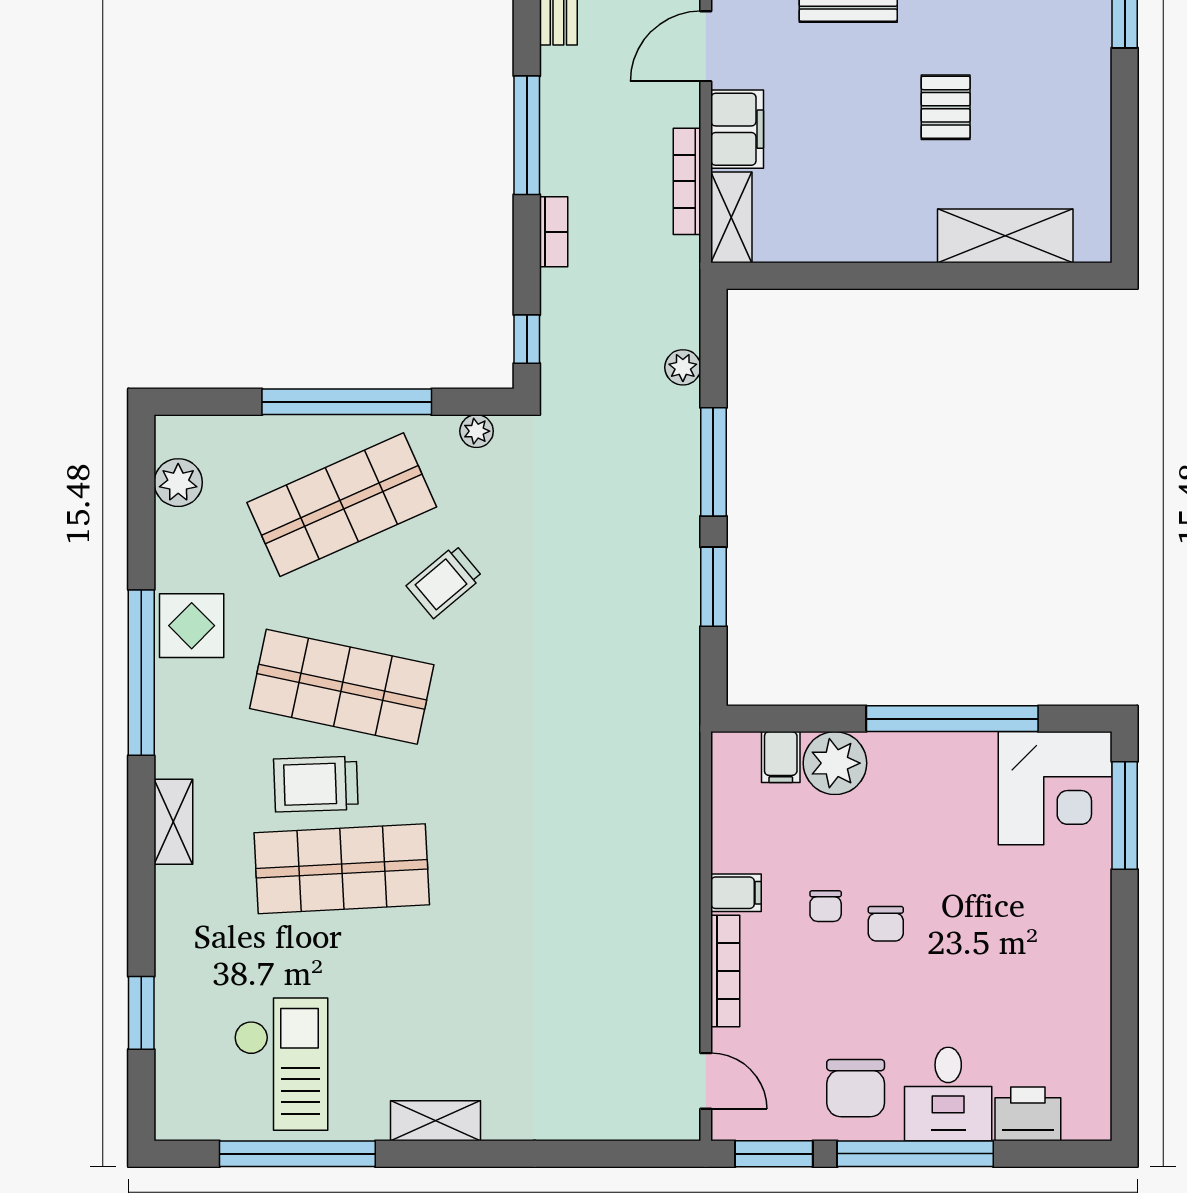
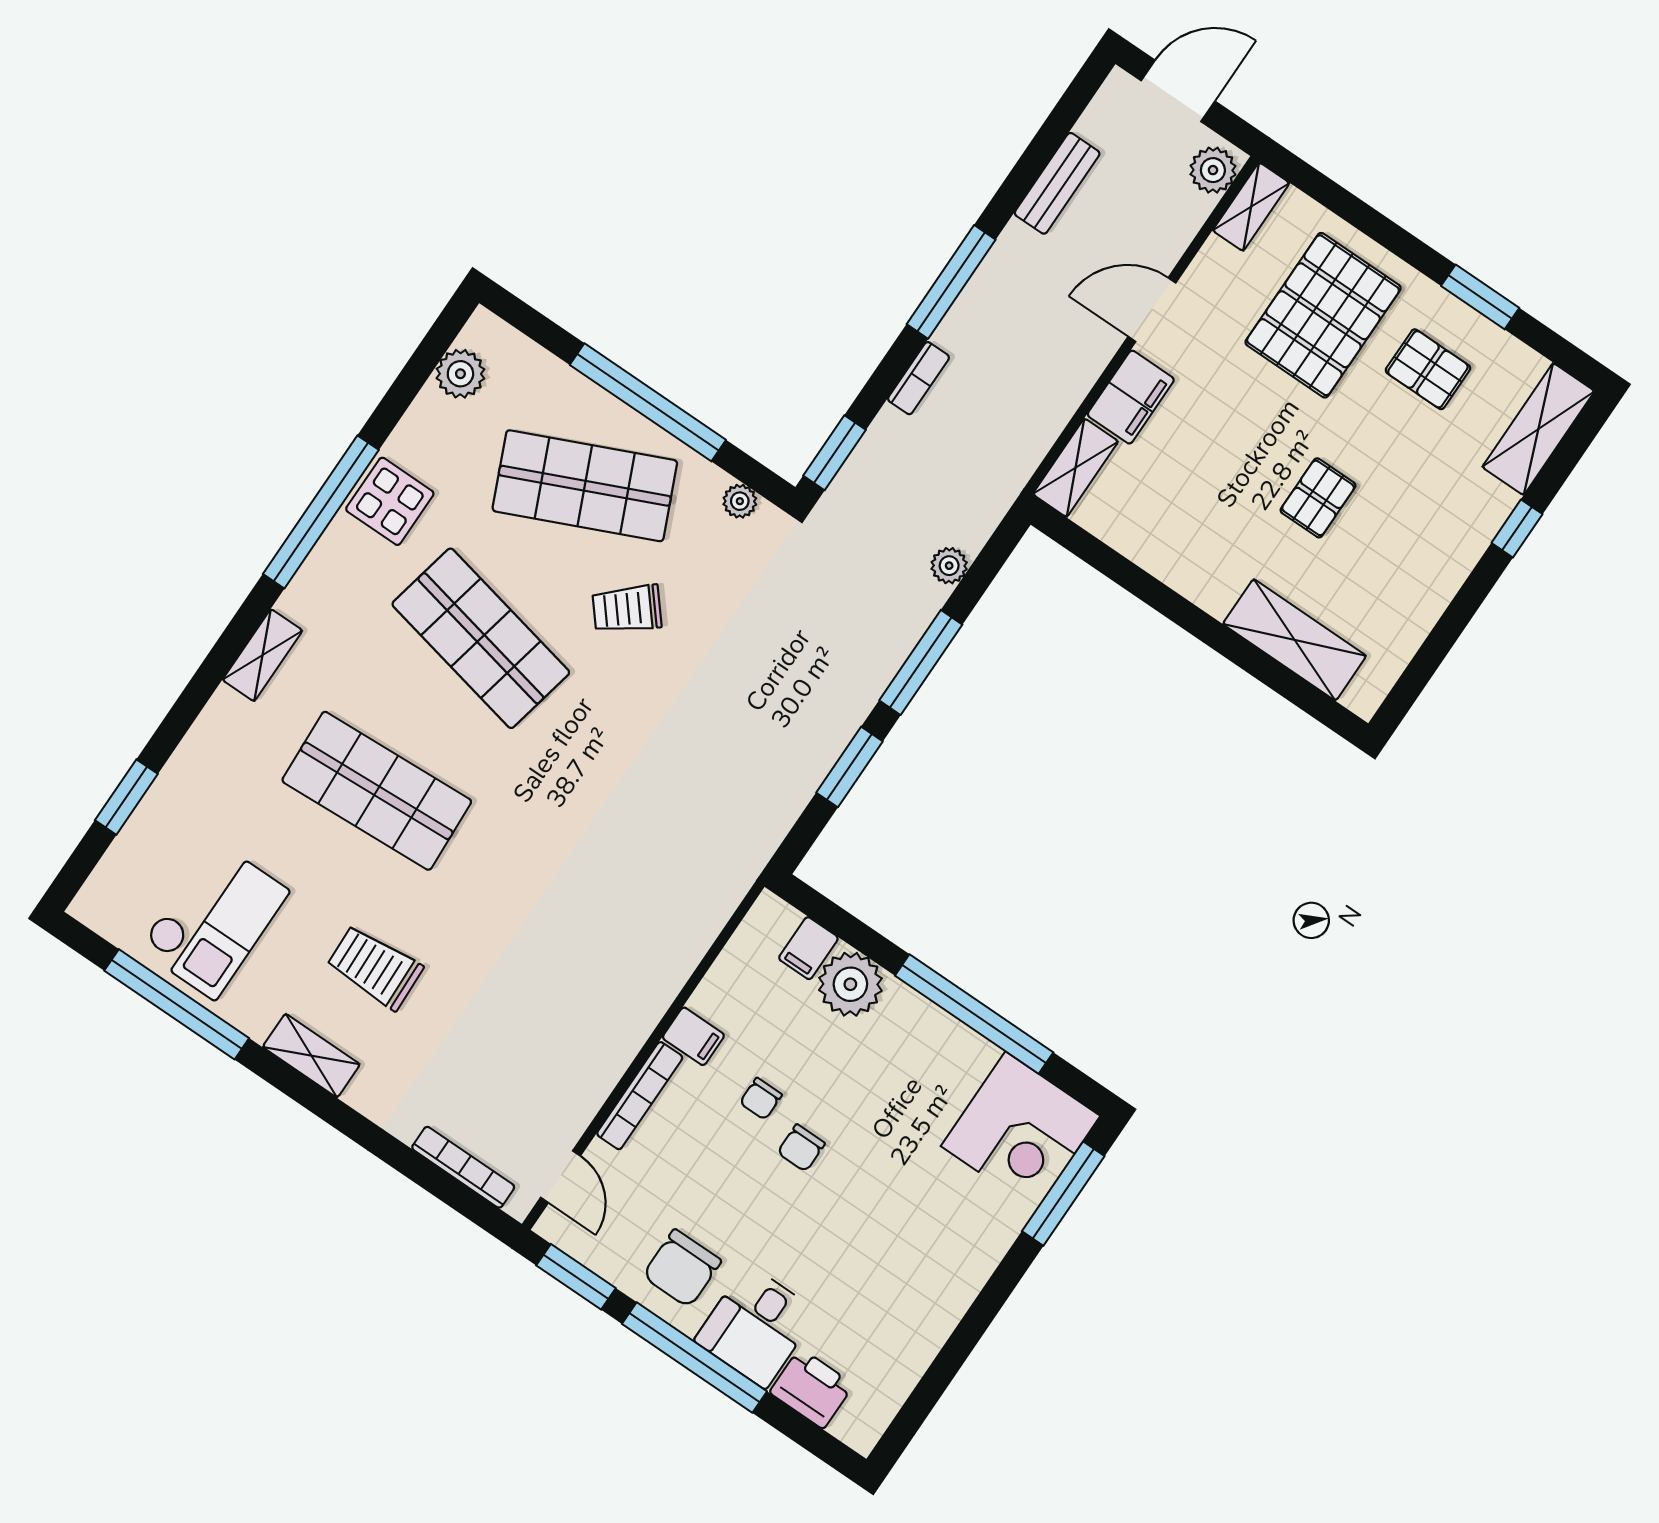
bookcase: (687, 181) -> (463, 1167), moved, turned 90
window: (527, 339) -> (835, 453), width x1.50
trolley: (316, 784) -> (375, 967), moved

